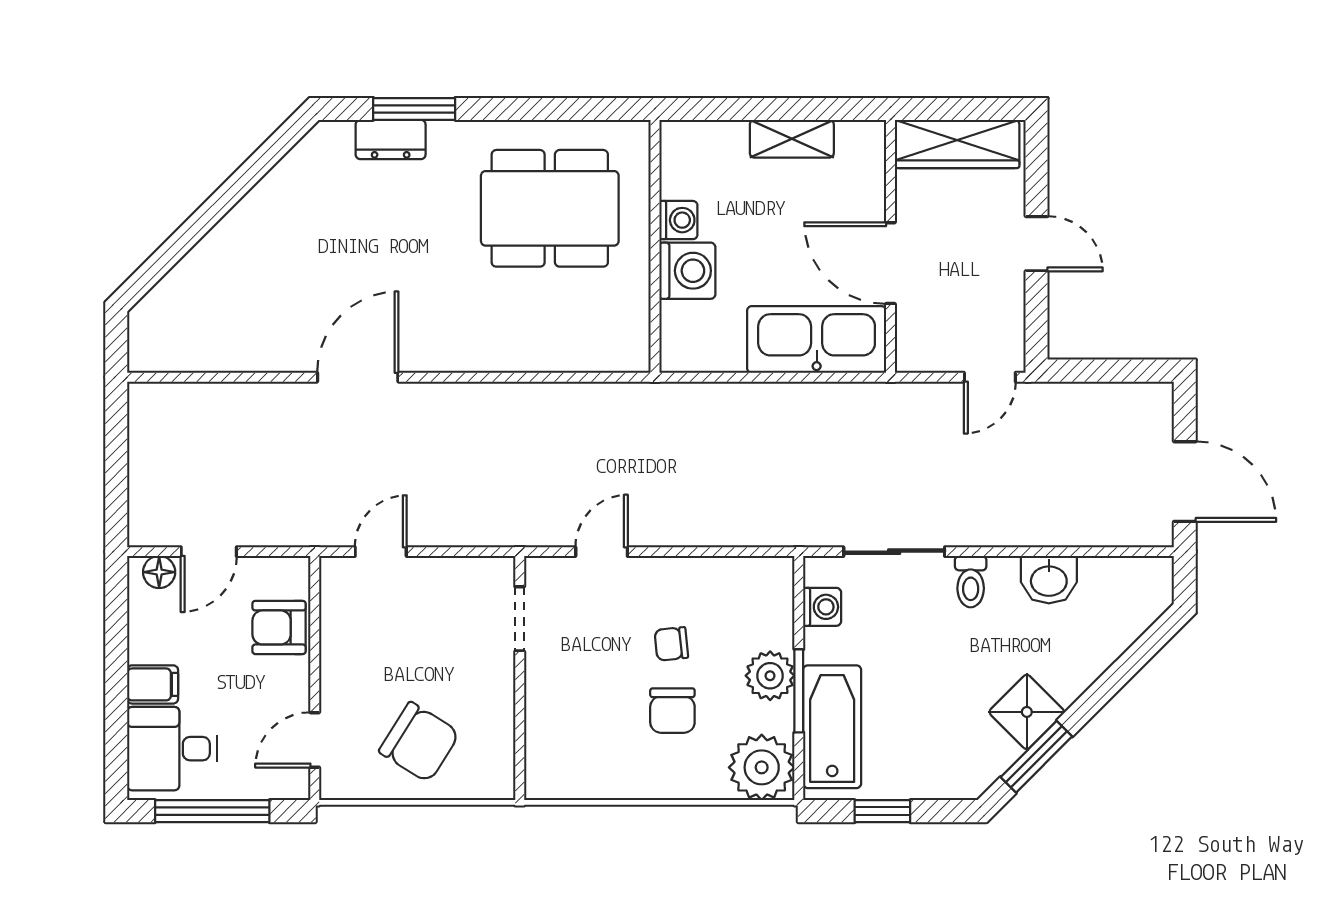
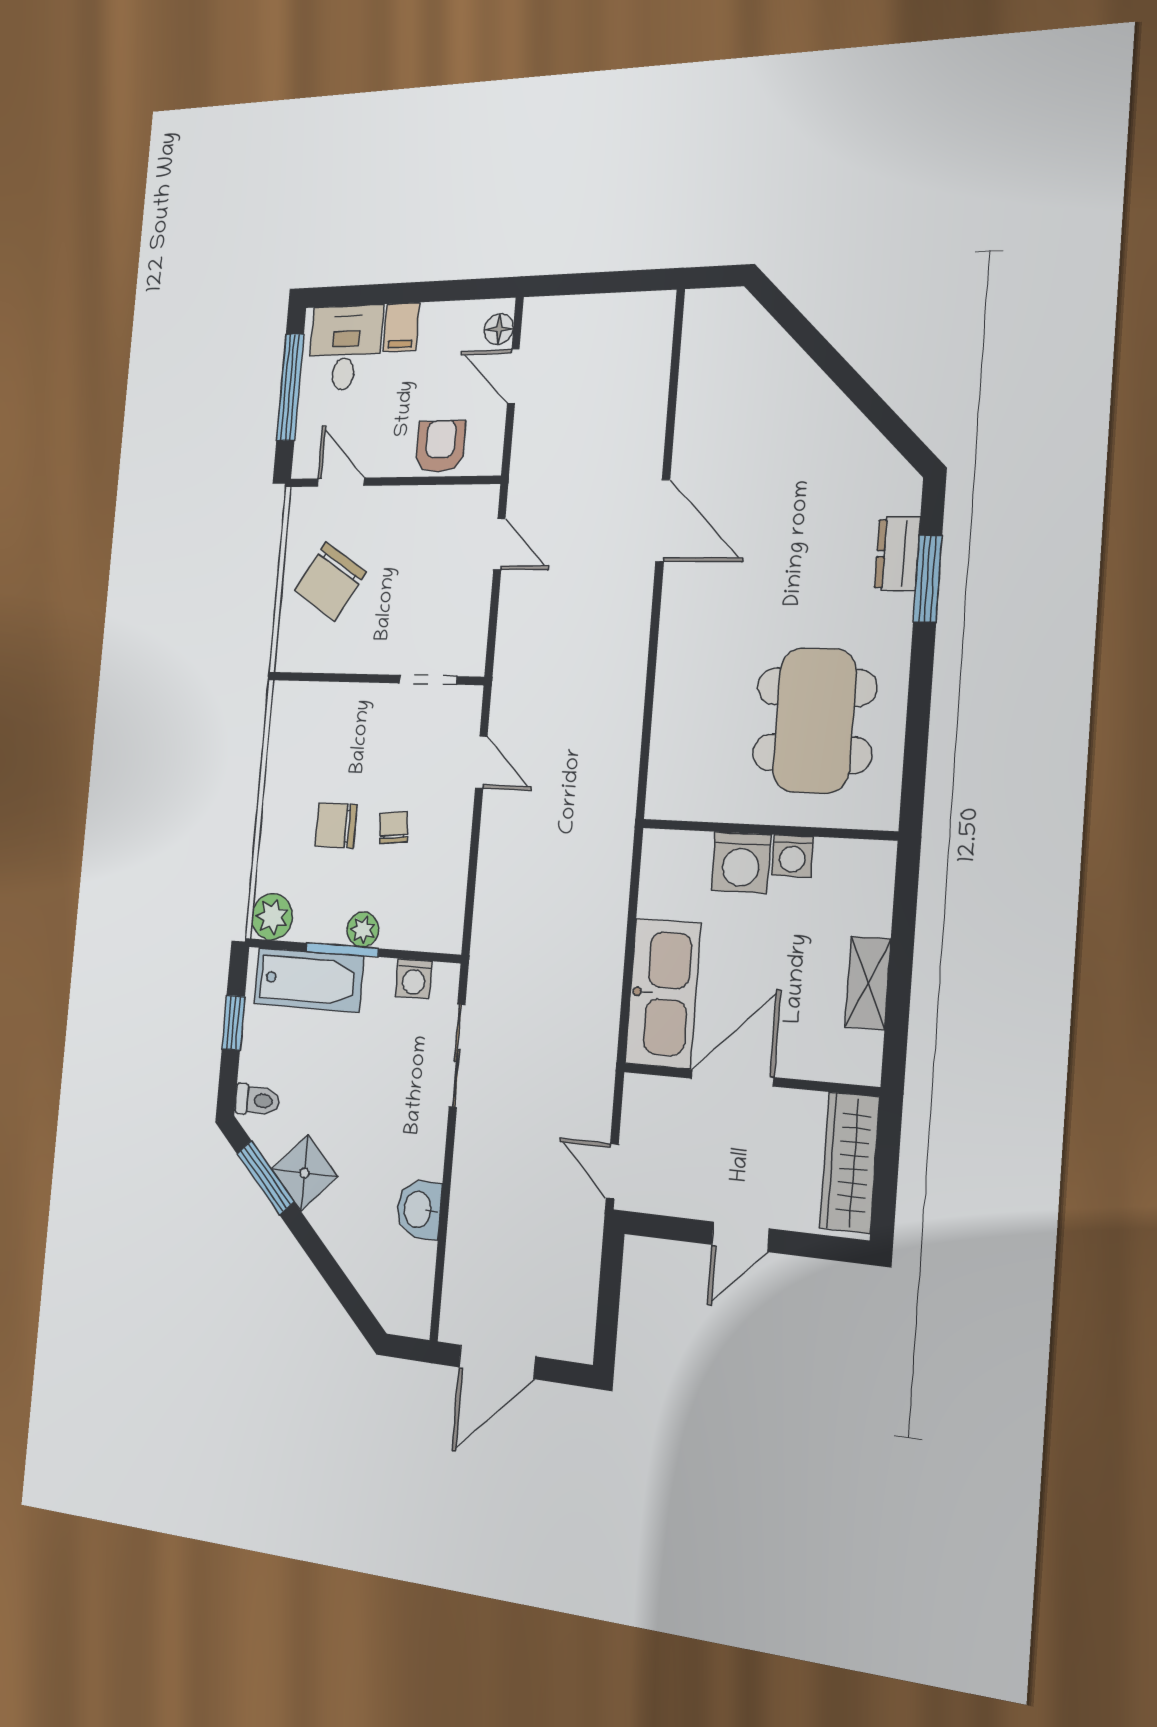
toilet: (971, 582) -> (257, 1100), moved, turned 180
plant: (770, 676) -> (363, 930), width x0.73, depth x0.73
plant: (762, 767) -> (272, 917), width x0.73, depth x0.73

